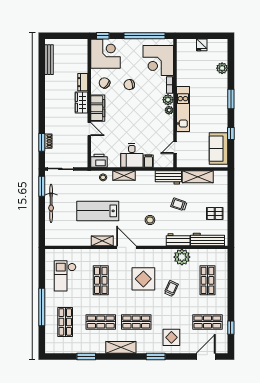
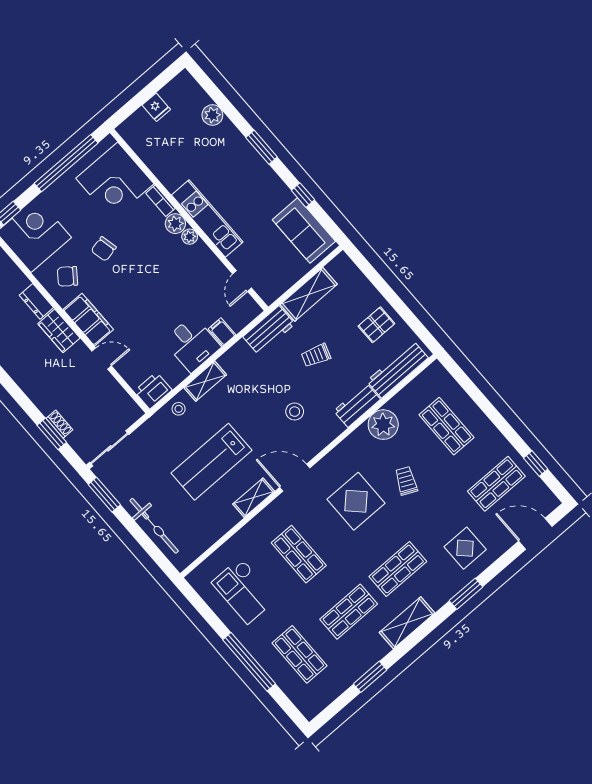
bicycle: (51, 203) -> (154, 526), moved
door: (206, 357) -> (535, 534), hinge flipped

